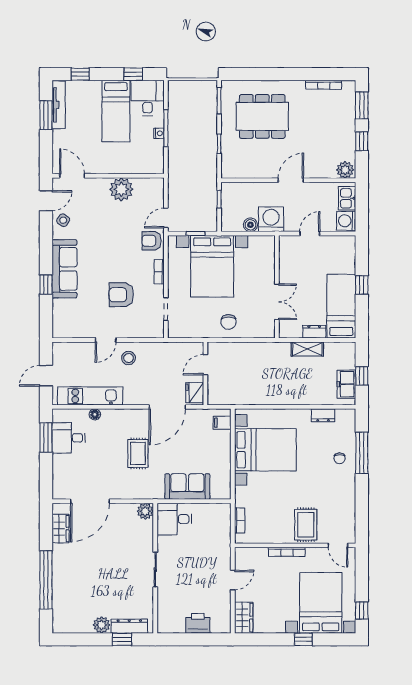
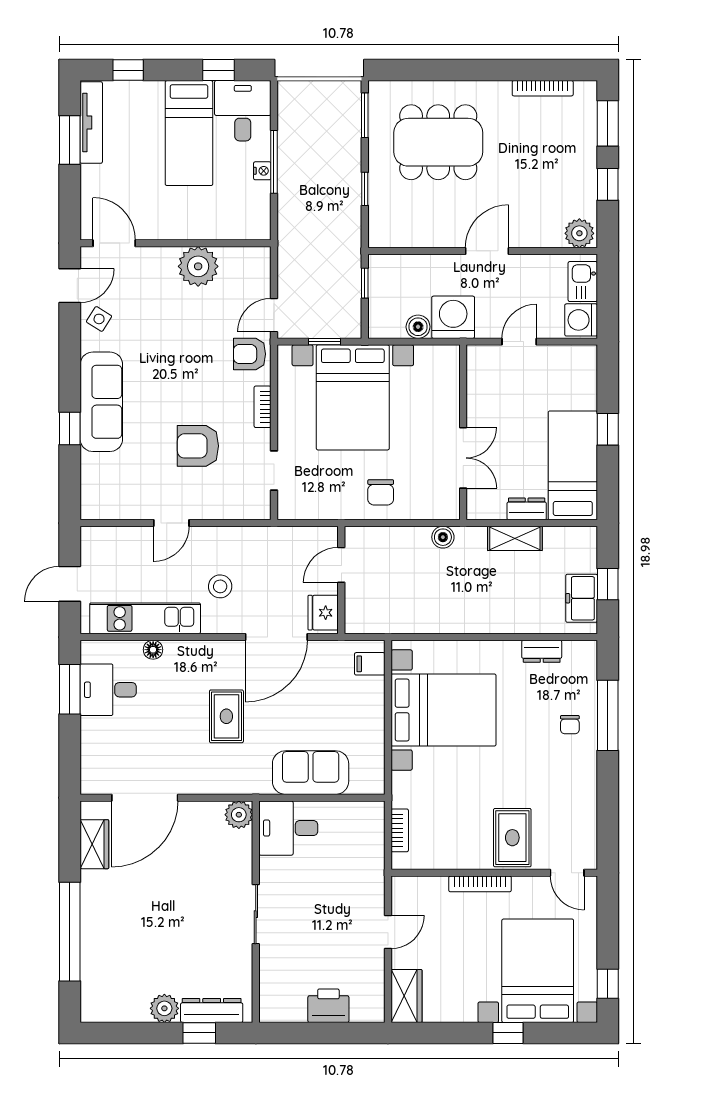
boiler: (265, 348) -> (443, 537), added
stool: (129, 358) -> (220, 586), moved

